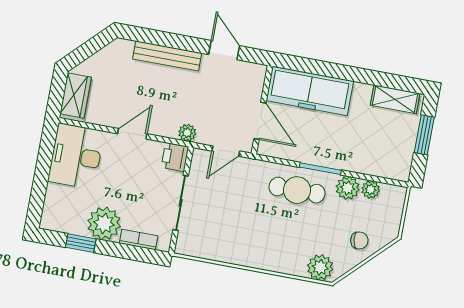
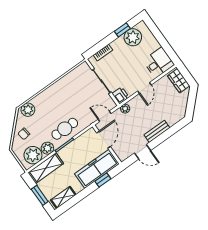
bench: (167, 56) -> (157, 131), width x0.73
window: (317, 67) -> (103, 180), added
door: (260, 121) -> (104, 140), swing flipped
door: (226, 151) -> (105, 116), hinge flipped
desk: (76, 156) -> (159, 63), width x0.73
shelving: (378, 163) -> (46, 168), added
plant: (371, 190) -> (33, 155), width x1.88, depth x1.88
plant: (104, 223) -> (133, 37), moved

